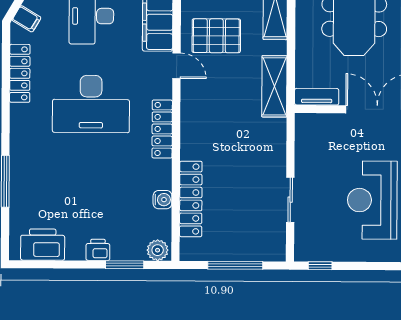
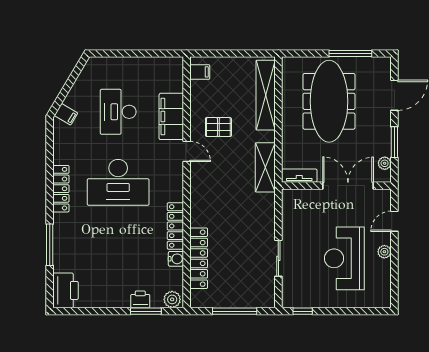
pallet: (216, 36) -> (218, 127), width x0.67, depth x0.71
locker: (20, 73) -> (61, 189), moved
locker: (162, 129) -> (175, 226), moved
printer: (43, 245) -> (65, 290), moved, turned 90
printer: (98, 250) -> (140, 299), moved

